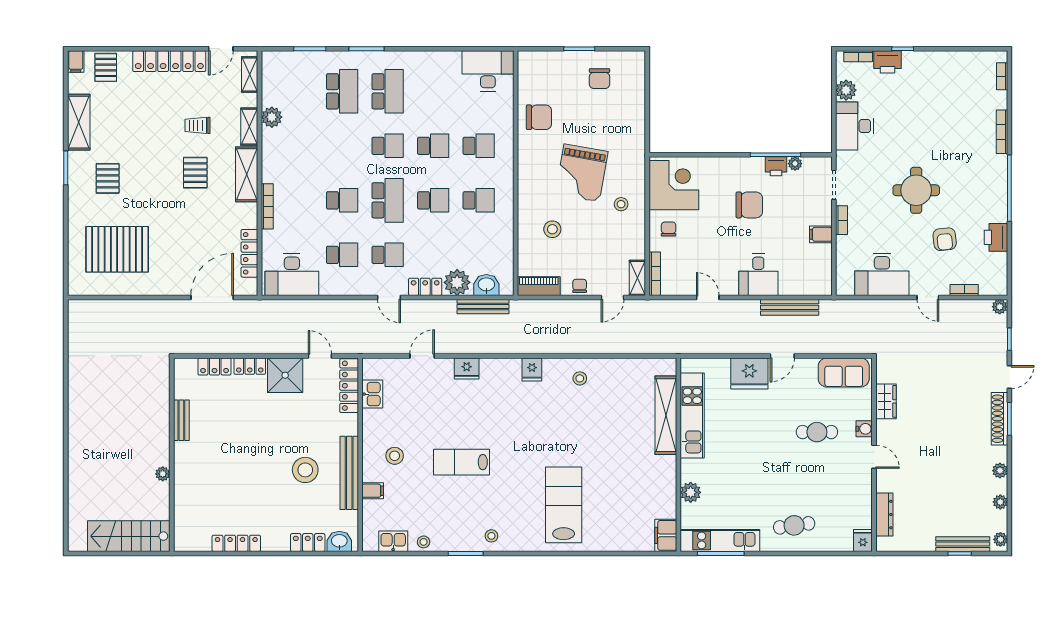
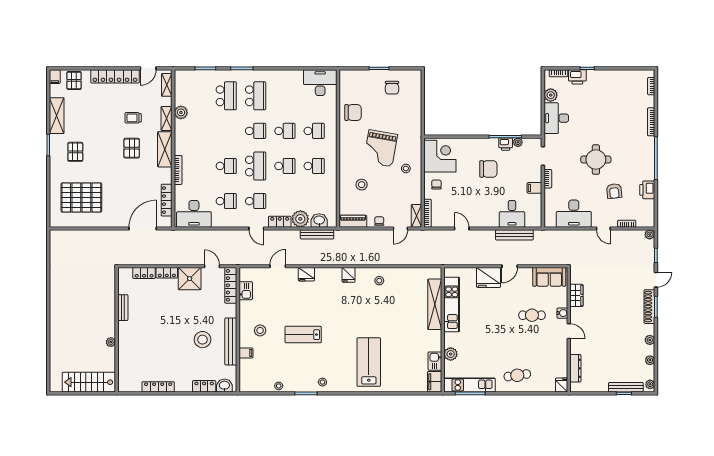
desk: (758, 275) -> (512, 214), moved
kitchen sink: (393, 541) -> (435, 361), moved, turned -90

